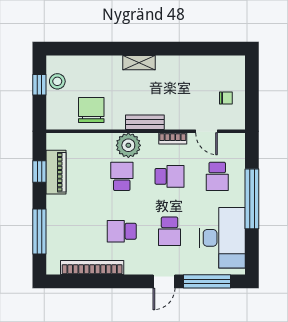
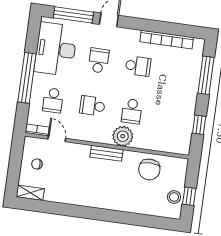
shelving: (139, 63) -> (30, 193), moved
bookcase: (173, 139) -> (37, 130), moved
piano: (56, 172) -> (186, 122), removed
school desk: (217, 176) -> (53, 100), turned 180

